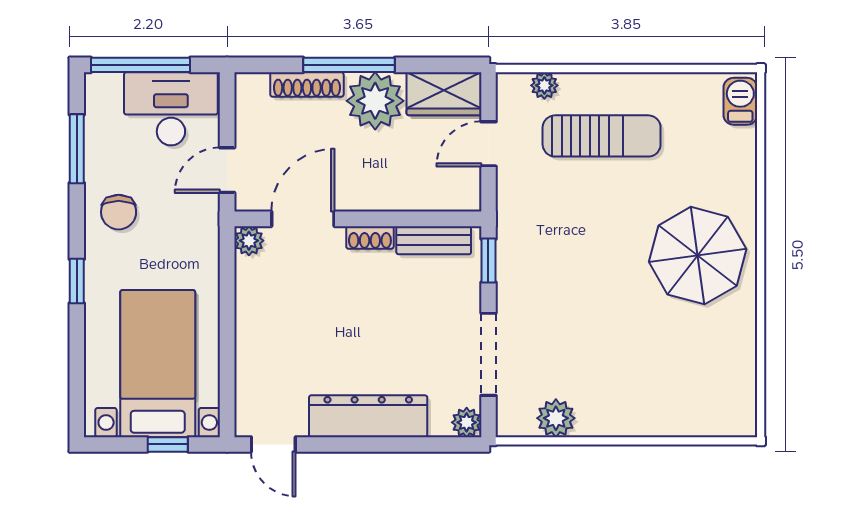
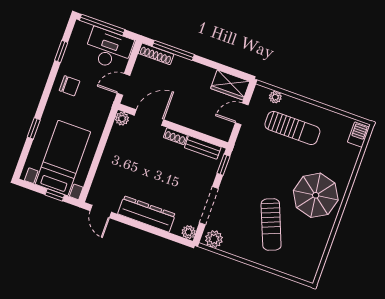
window: (349, 65) -> (173, 50), moved
shoe rack: (307, 84) -> (156, 54), moved
plant: (375, 101) -> (199, 77), removed
window: (77, 149) -> (61, 52), width x0.67
chair: (119, 212) -> (70, 86), turned -90
window: (77, 281) -> (34, 128), moved
sun lounger: (628, 347) -> (271, 224), added
plant: (556, 418) -> (214, 239), moved

